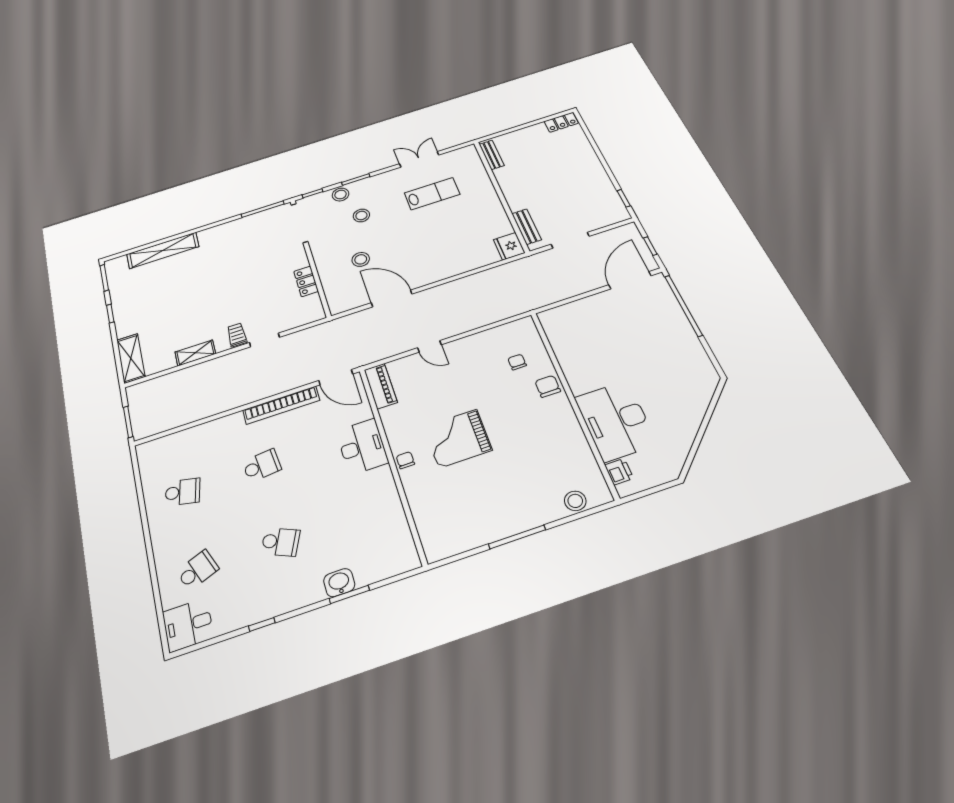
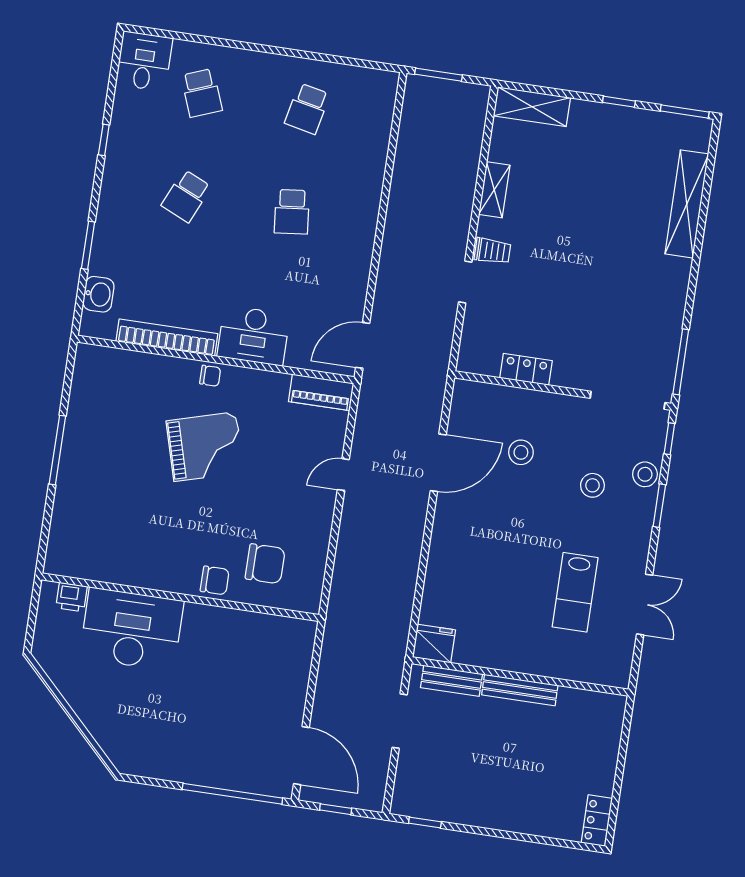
bench: (492, 155) -> (520, 690), moved, width x1.36
chair: (517, 362) -> (265, 564), width x1.87, depth x1.87
bookcase: (281, 405) -> (167, 338), moved, turned 90
grand piano: (458, 438) -> (205, 447), turned 74
stool: (575, 501) -> (64, 532), removed
washbasin: (339, 583) -> (98, 294), moved

